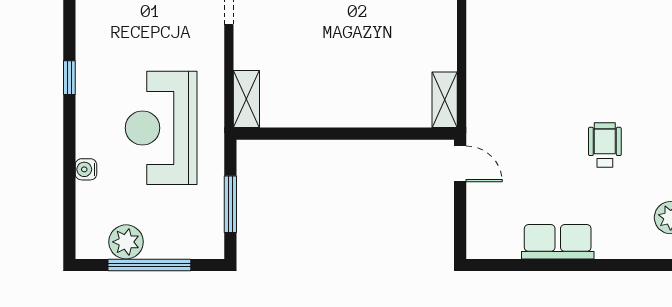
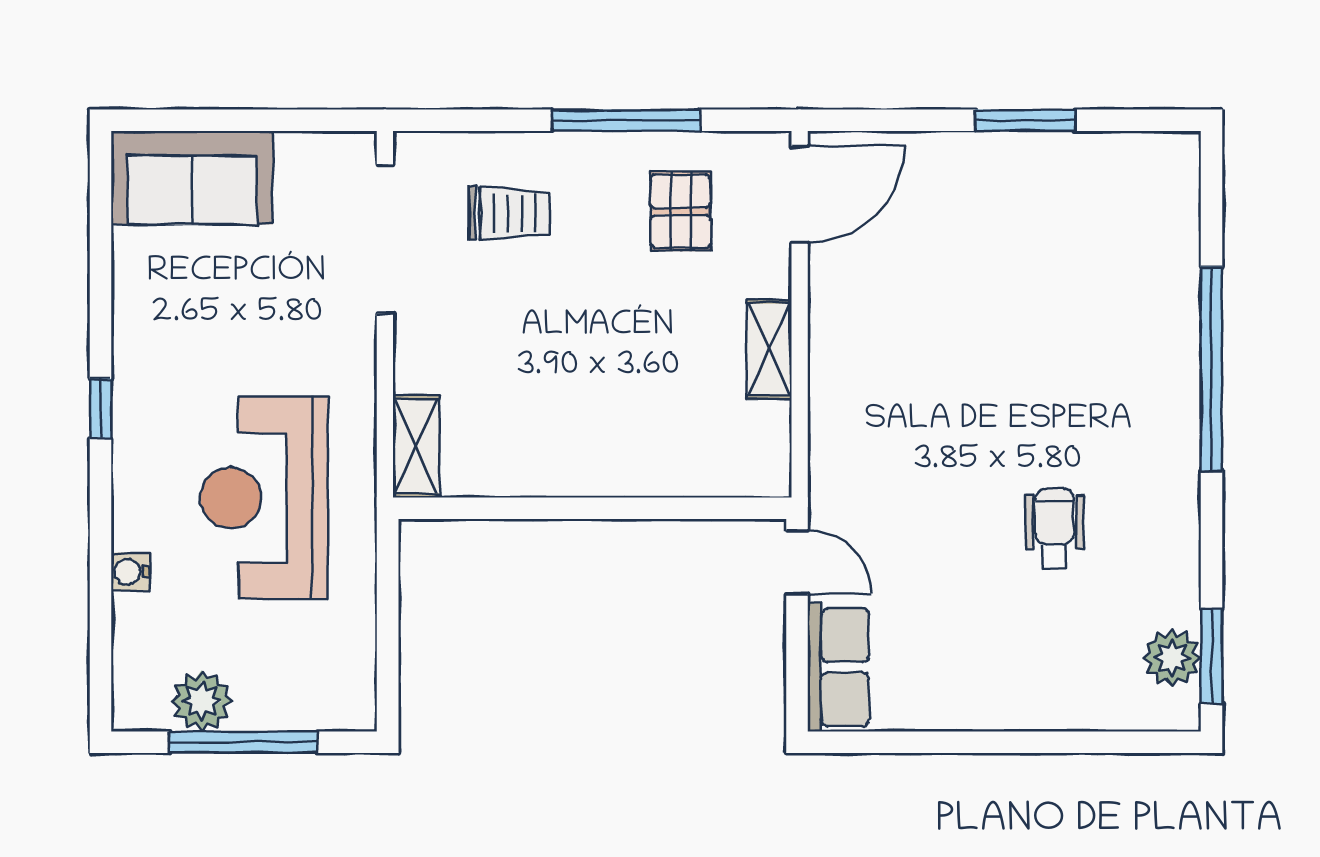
shelving: (445, 100) -> (769, 349), moved
window: (230, 204) -> (388, 634), removed
row of seats: (558, 242) -> (838, 667), moved, turned 90

